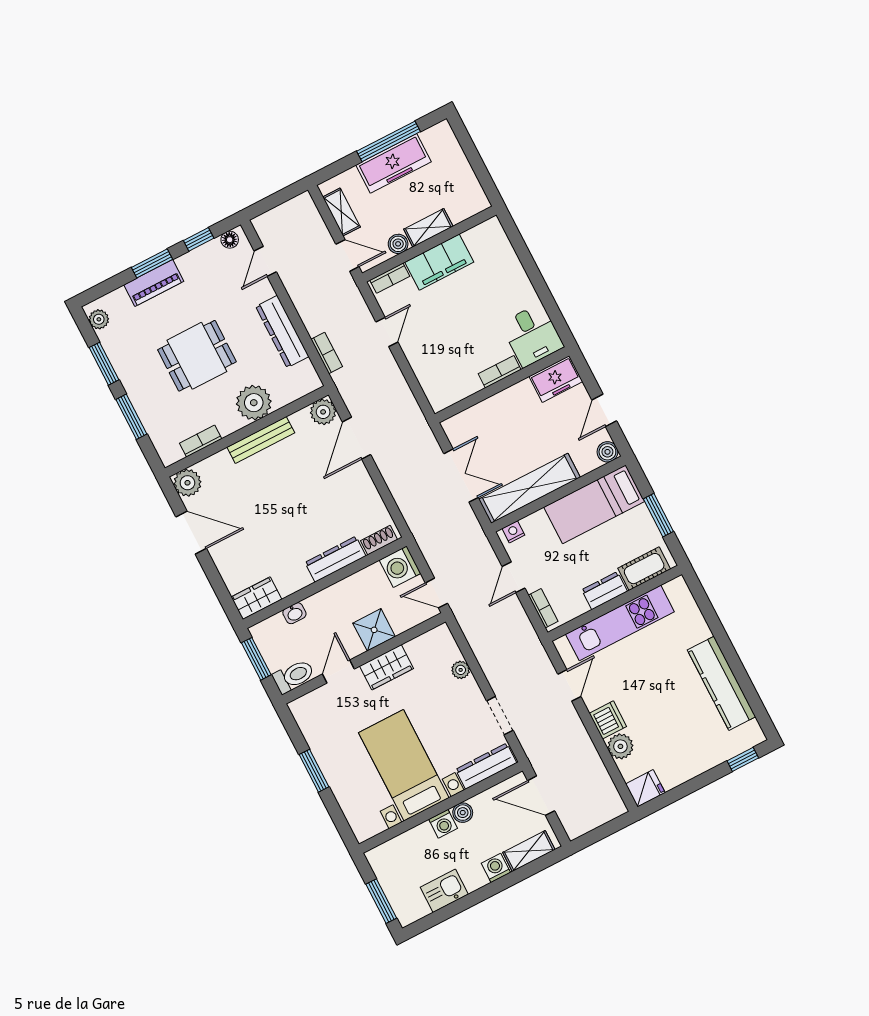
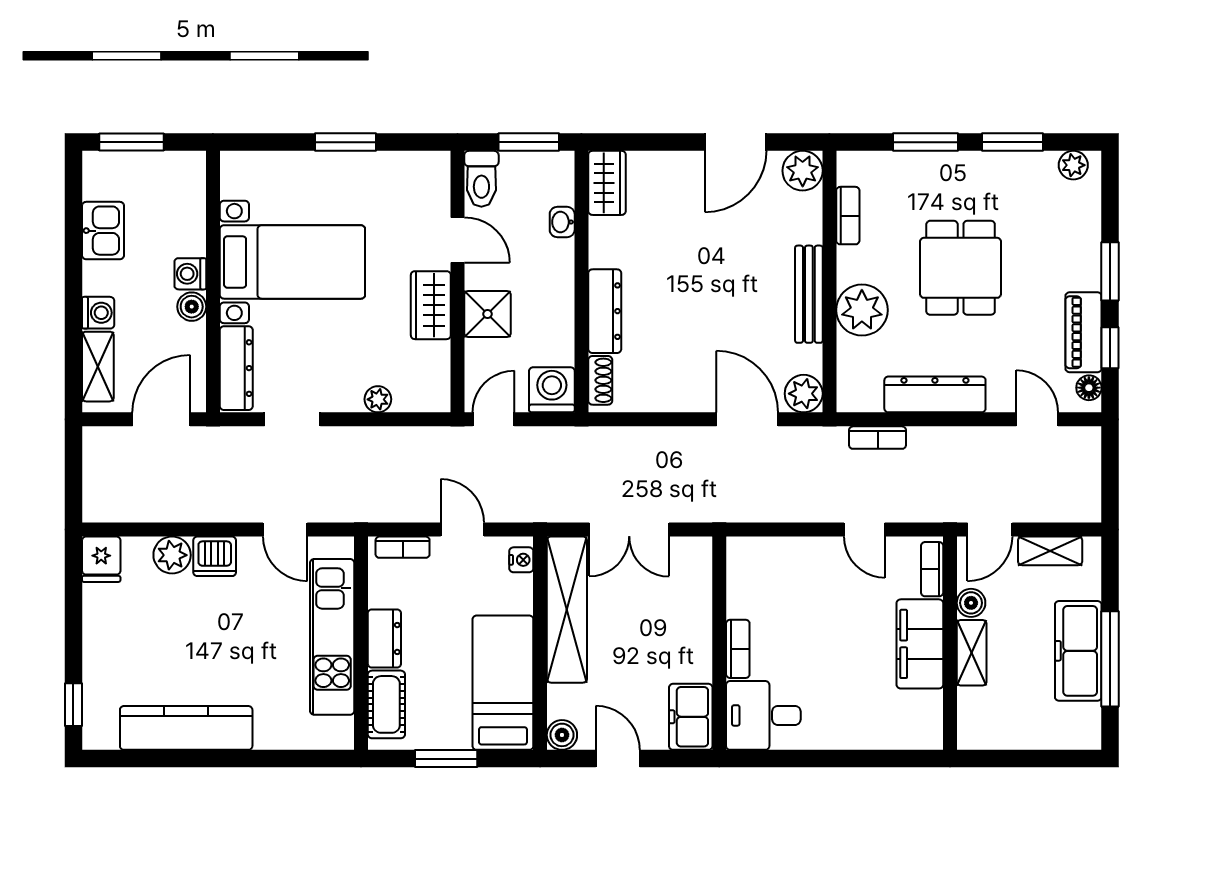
piano: (154, 283) -> (1084, 332), moved

